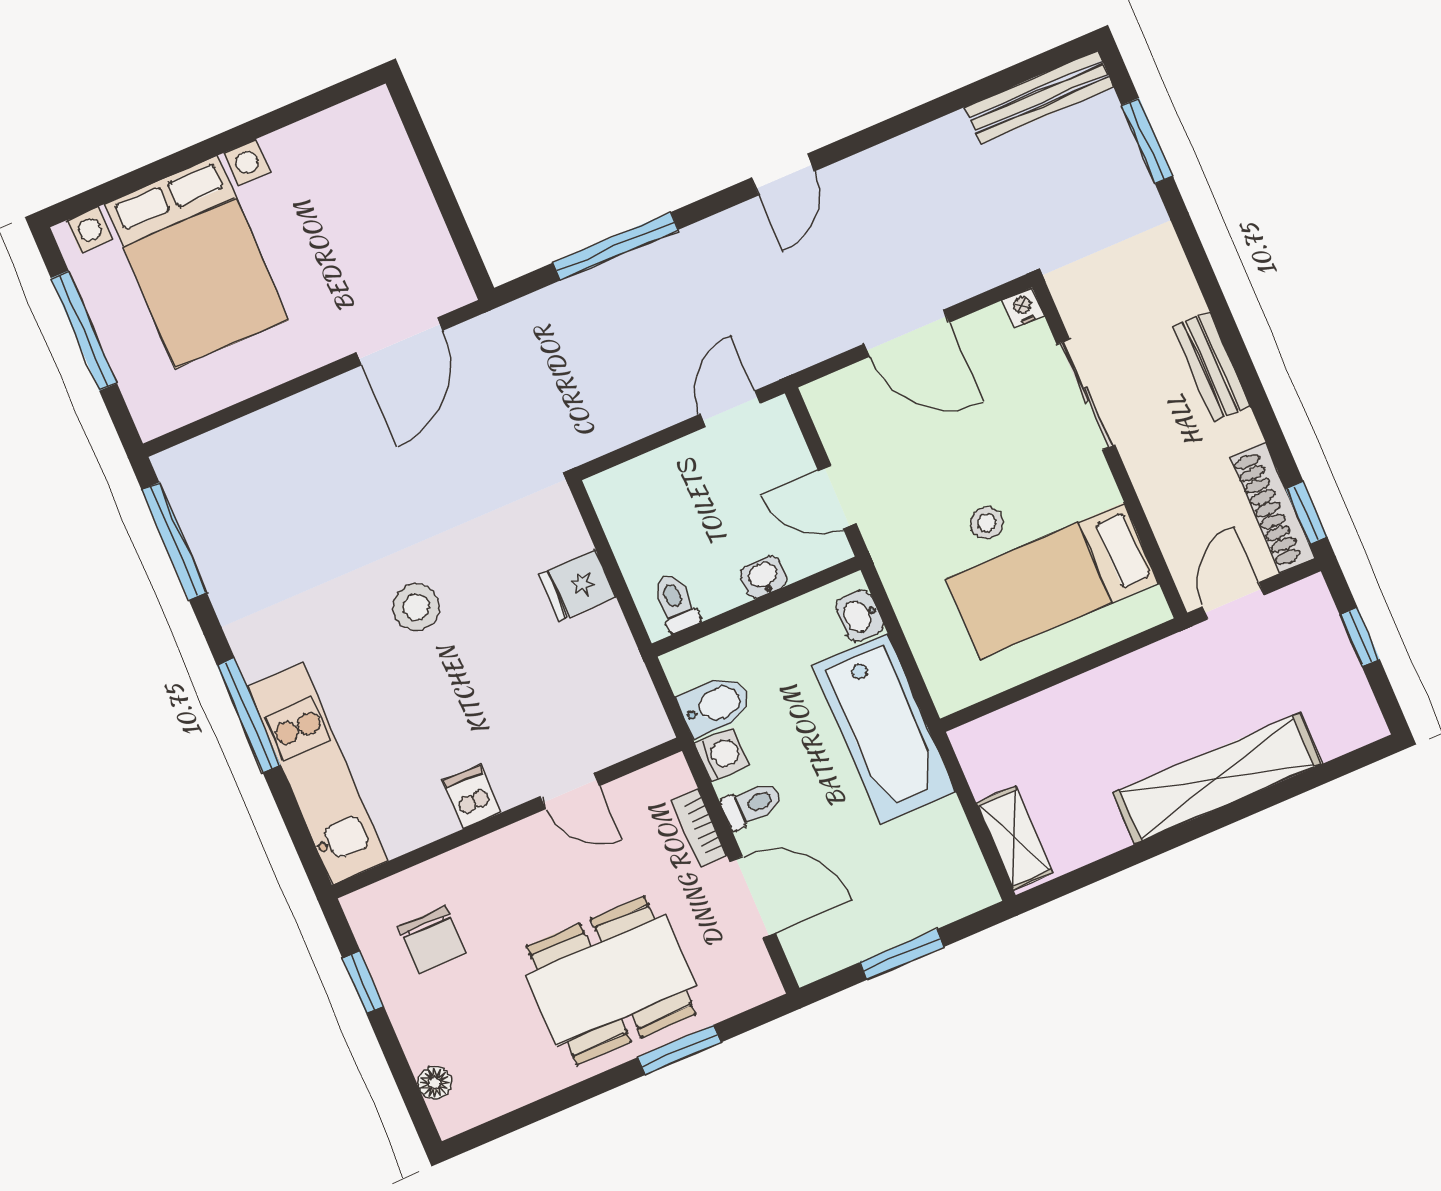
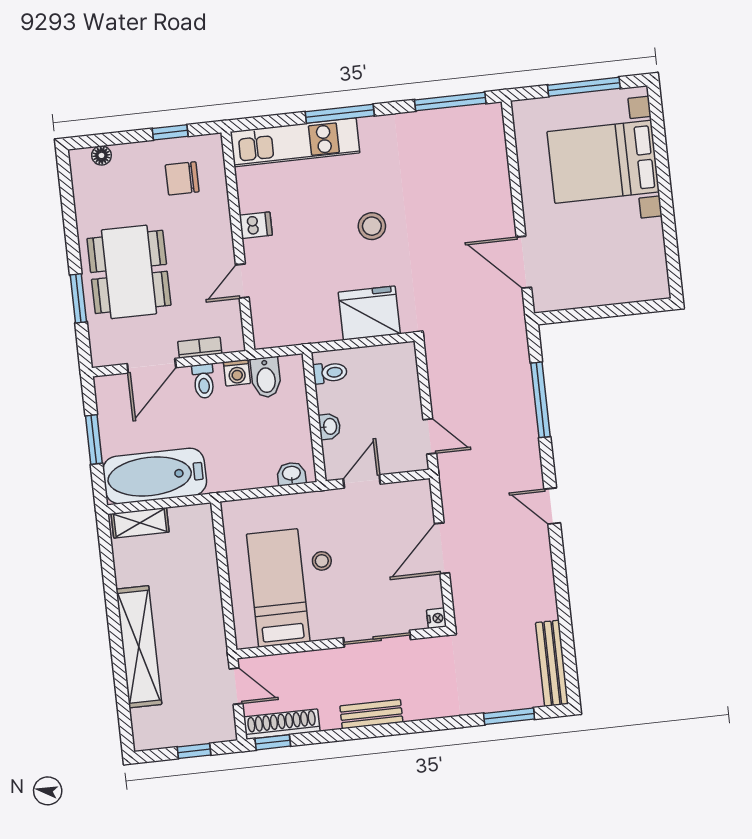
fridge: (578, 585) -> (369, 313), width x1.88, depth x1.34
bathtub: (884, 729) -> (155, 476), moved

